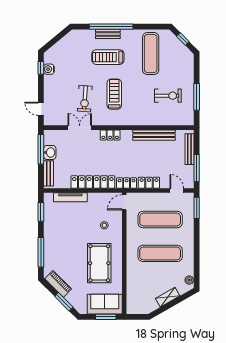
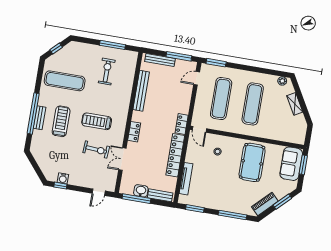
treadmill: (108, 57) -> (61, 121), turned 180
locker: (149, 183) -> (185, 103), removed
pool table: (99, 263) -> (252, 162), turned 90

